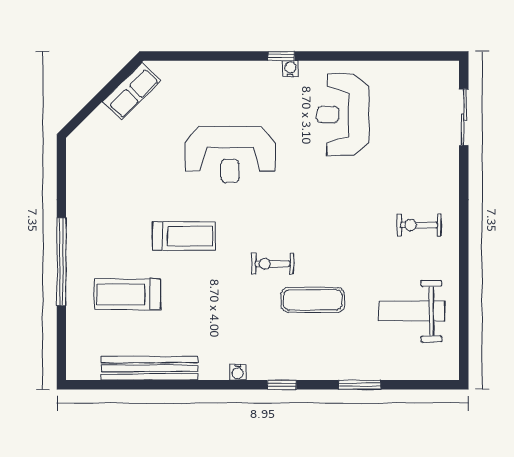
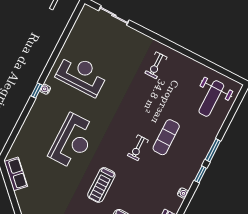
reception desk: (343, 115) -> (82, 75), turned 180
treadmill: (184, 236) -> (101, 185), turned 180
weight bench: (412, 311) -> (211, 99), moved
window: (360, 385) -> (213, 150), moved

